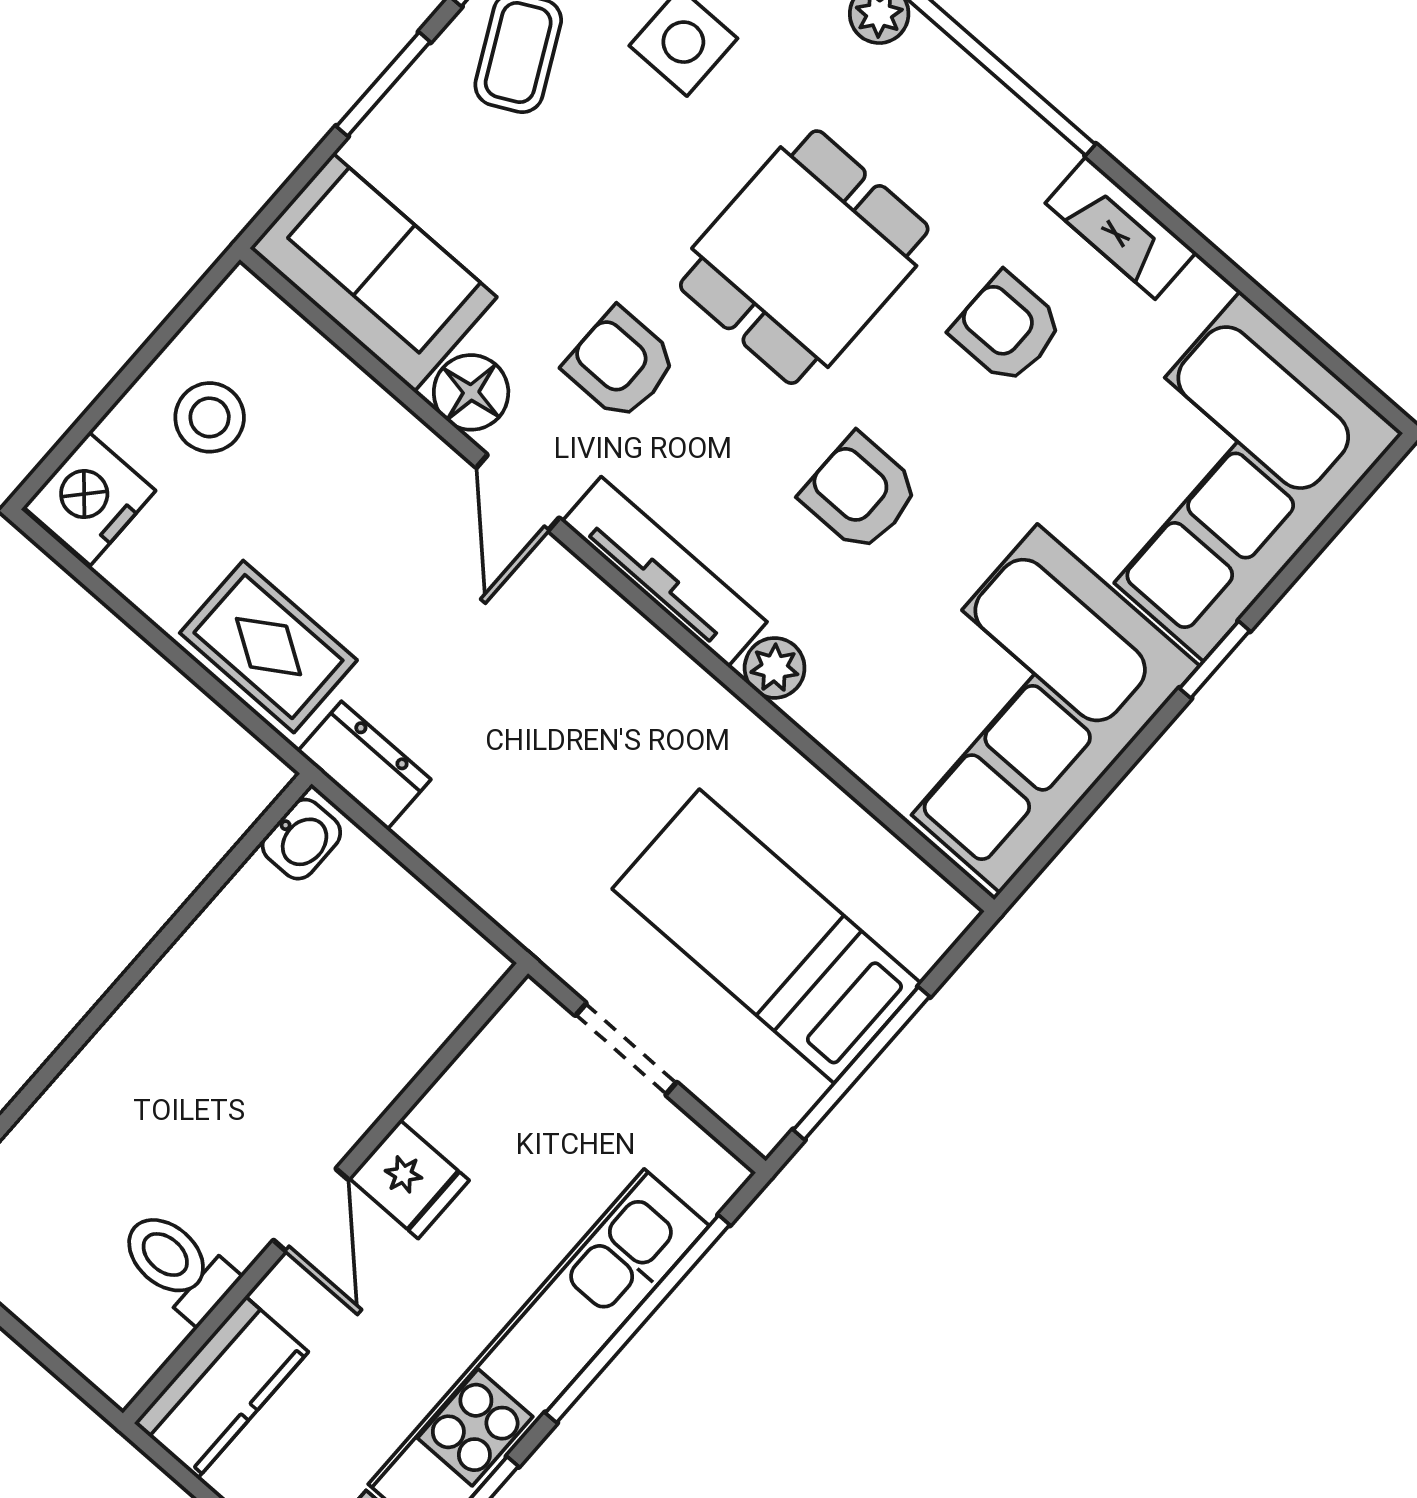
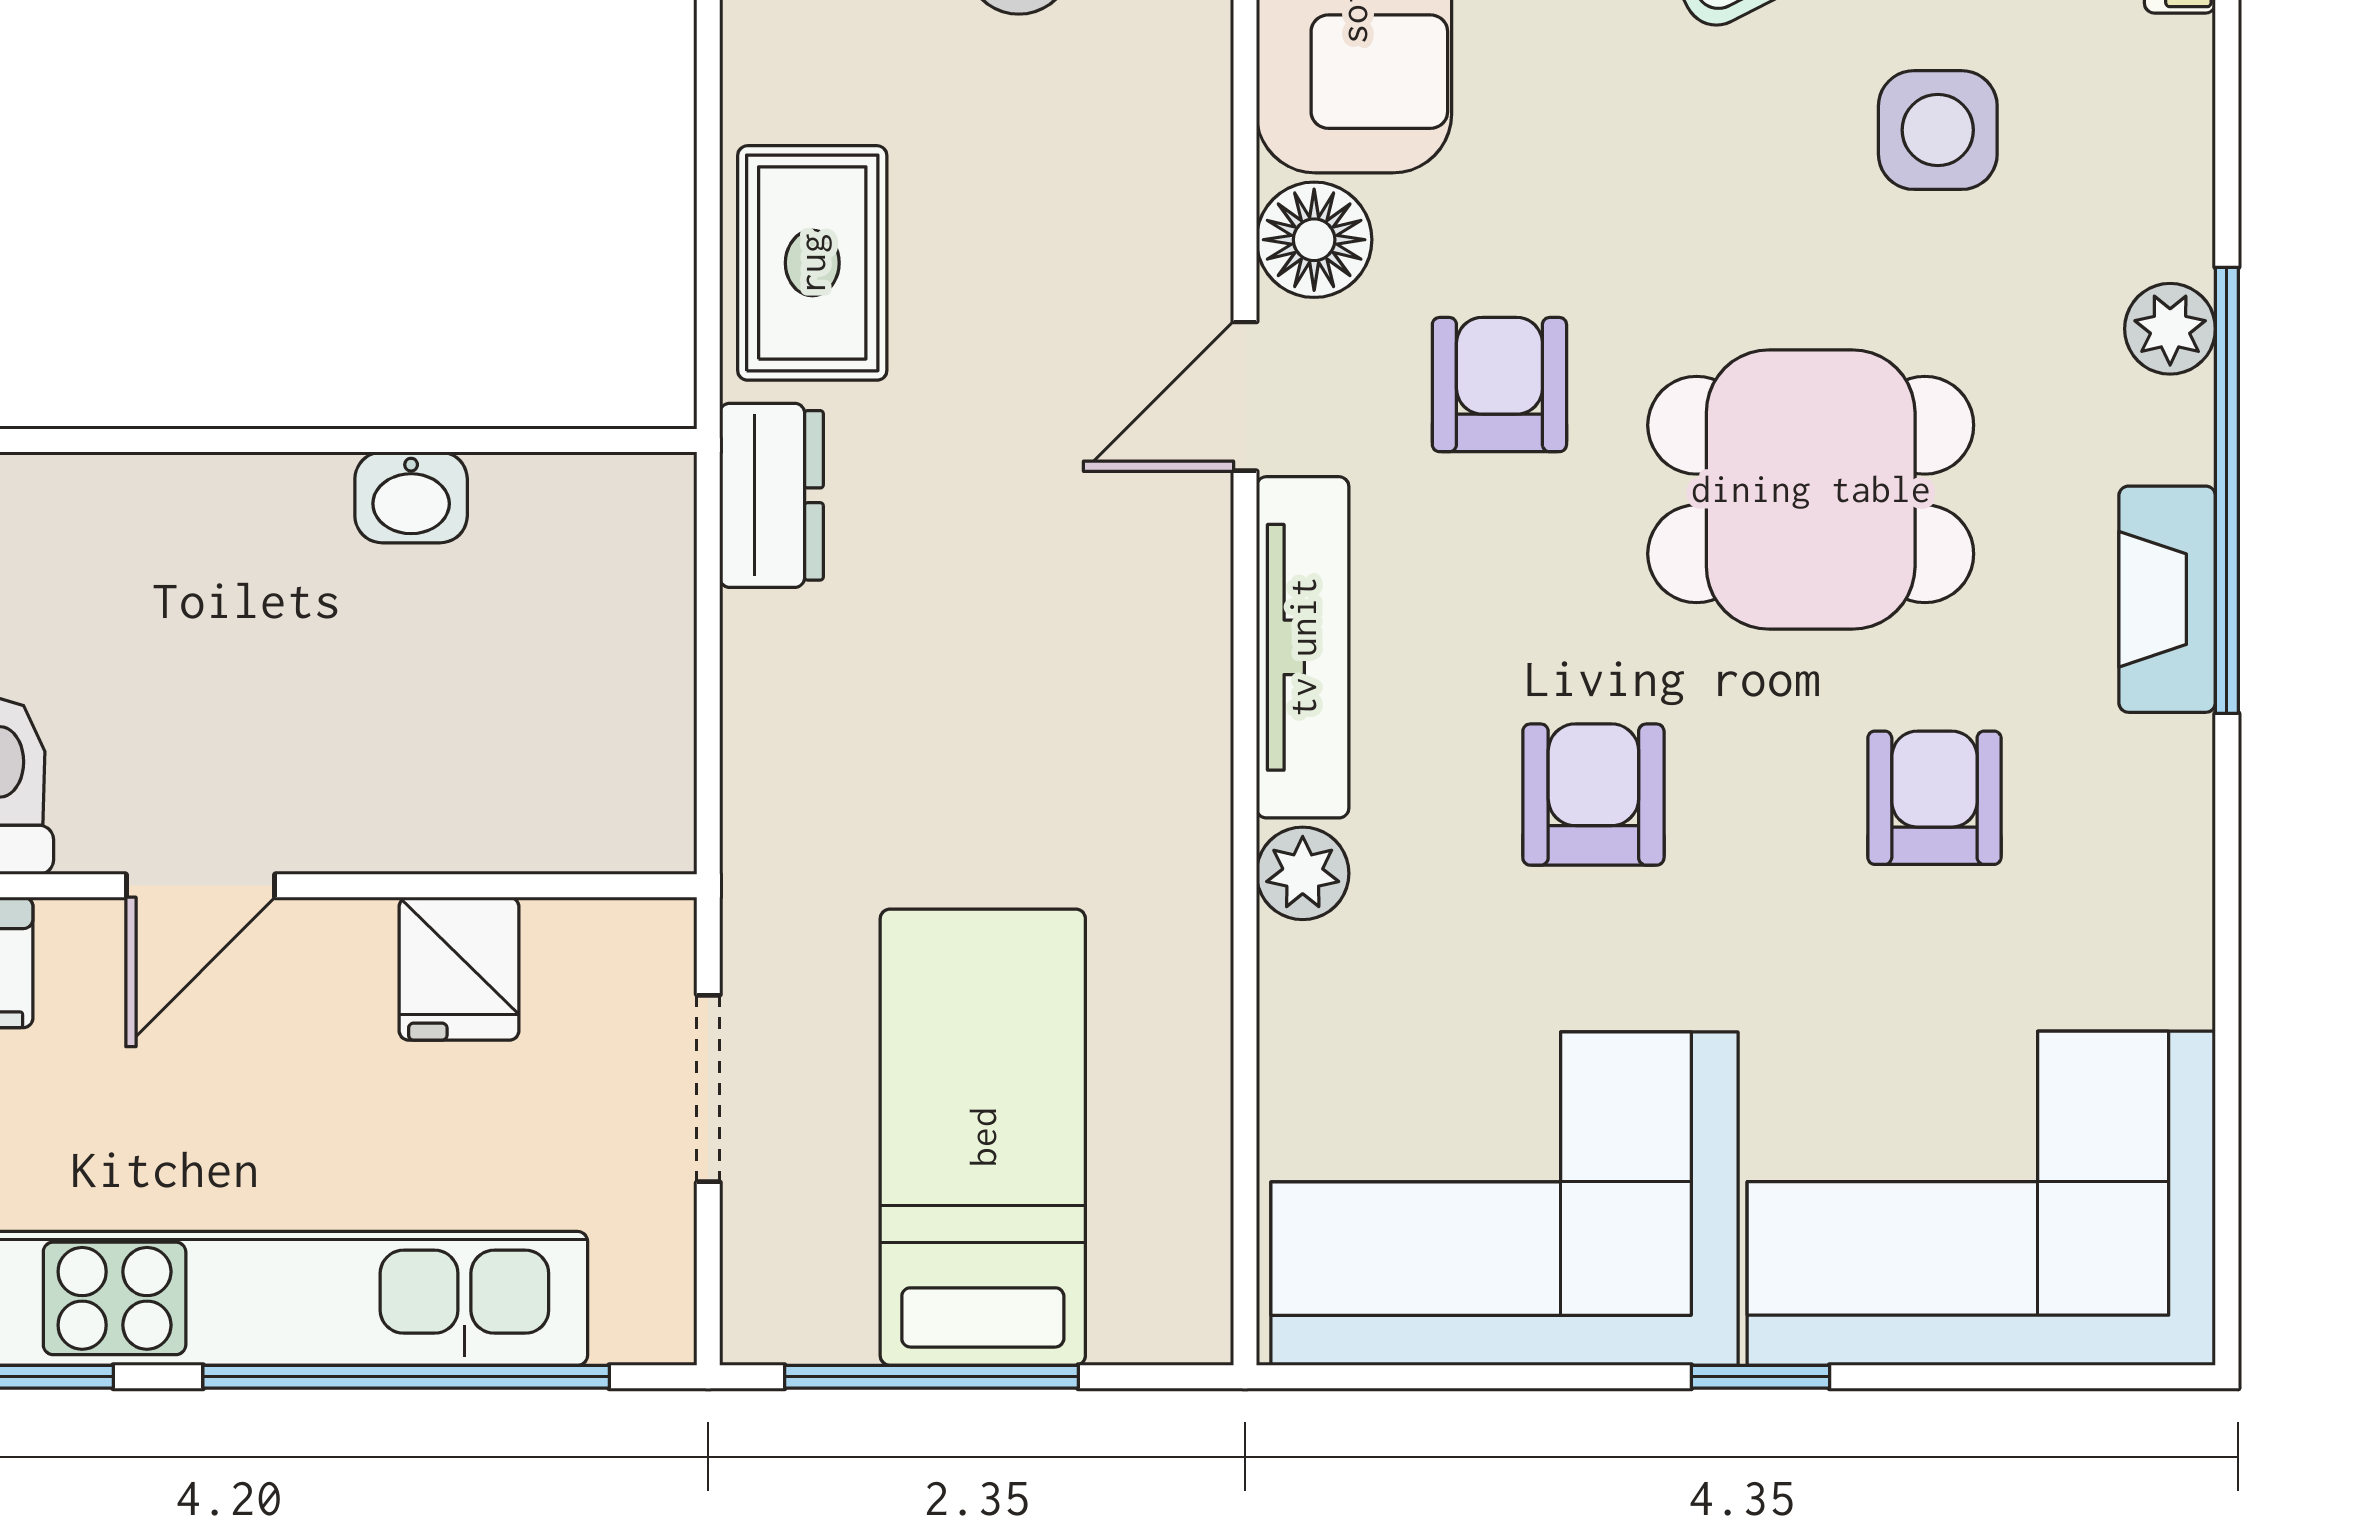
fireplace: (1121, 228) -> (2167, 599), moved
washbasin: (301, 839) -> (411, 497), moved
fridge: (409, 1179) -> (459, 969), moved

